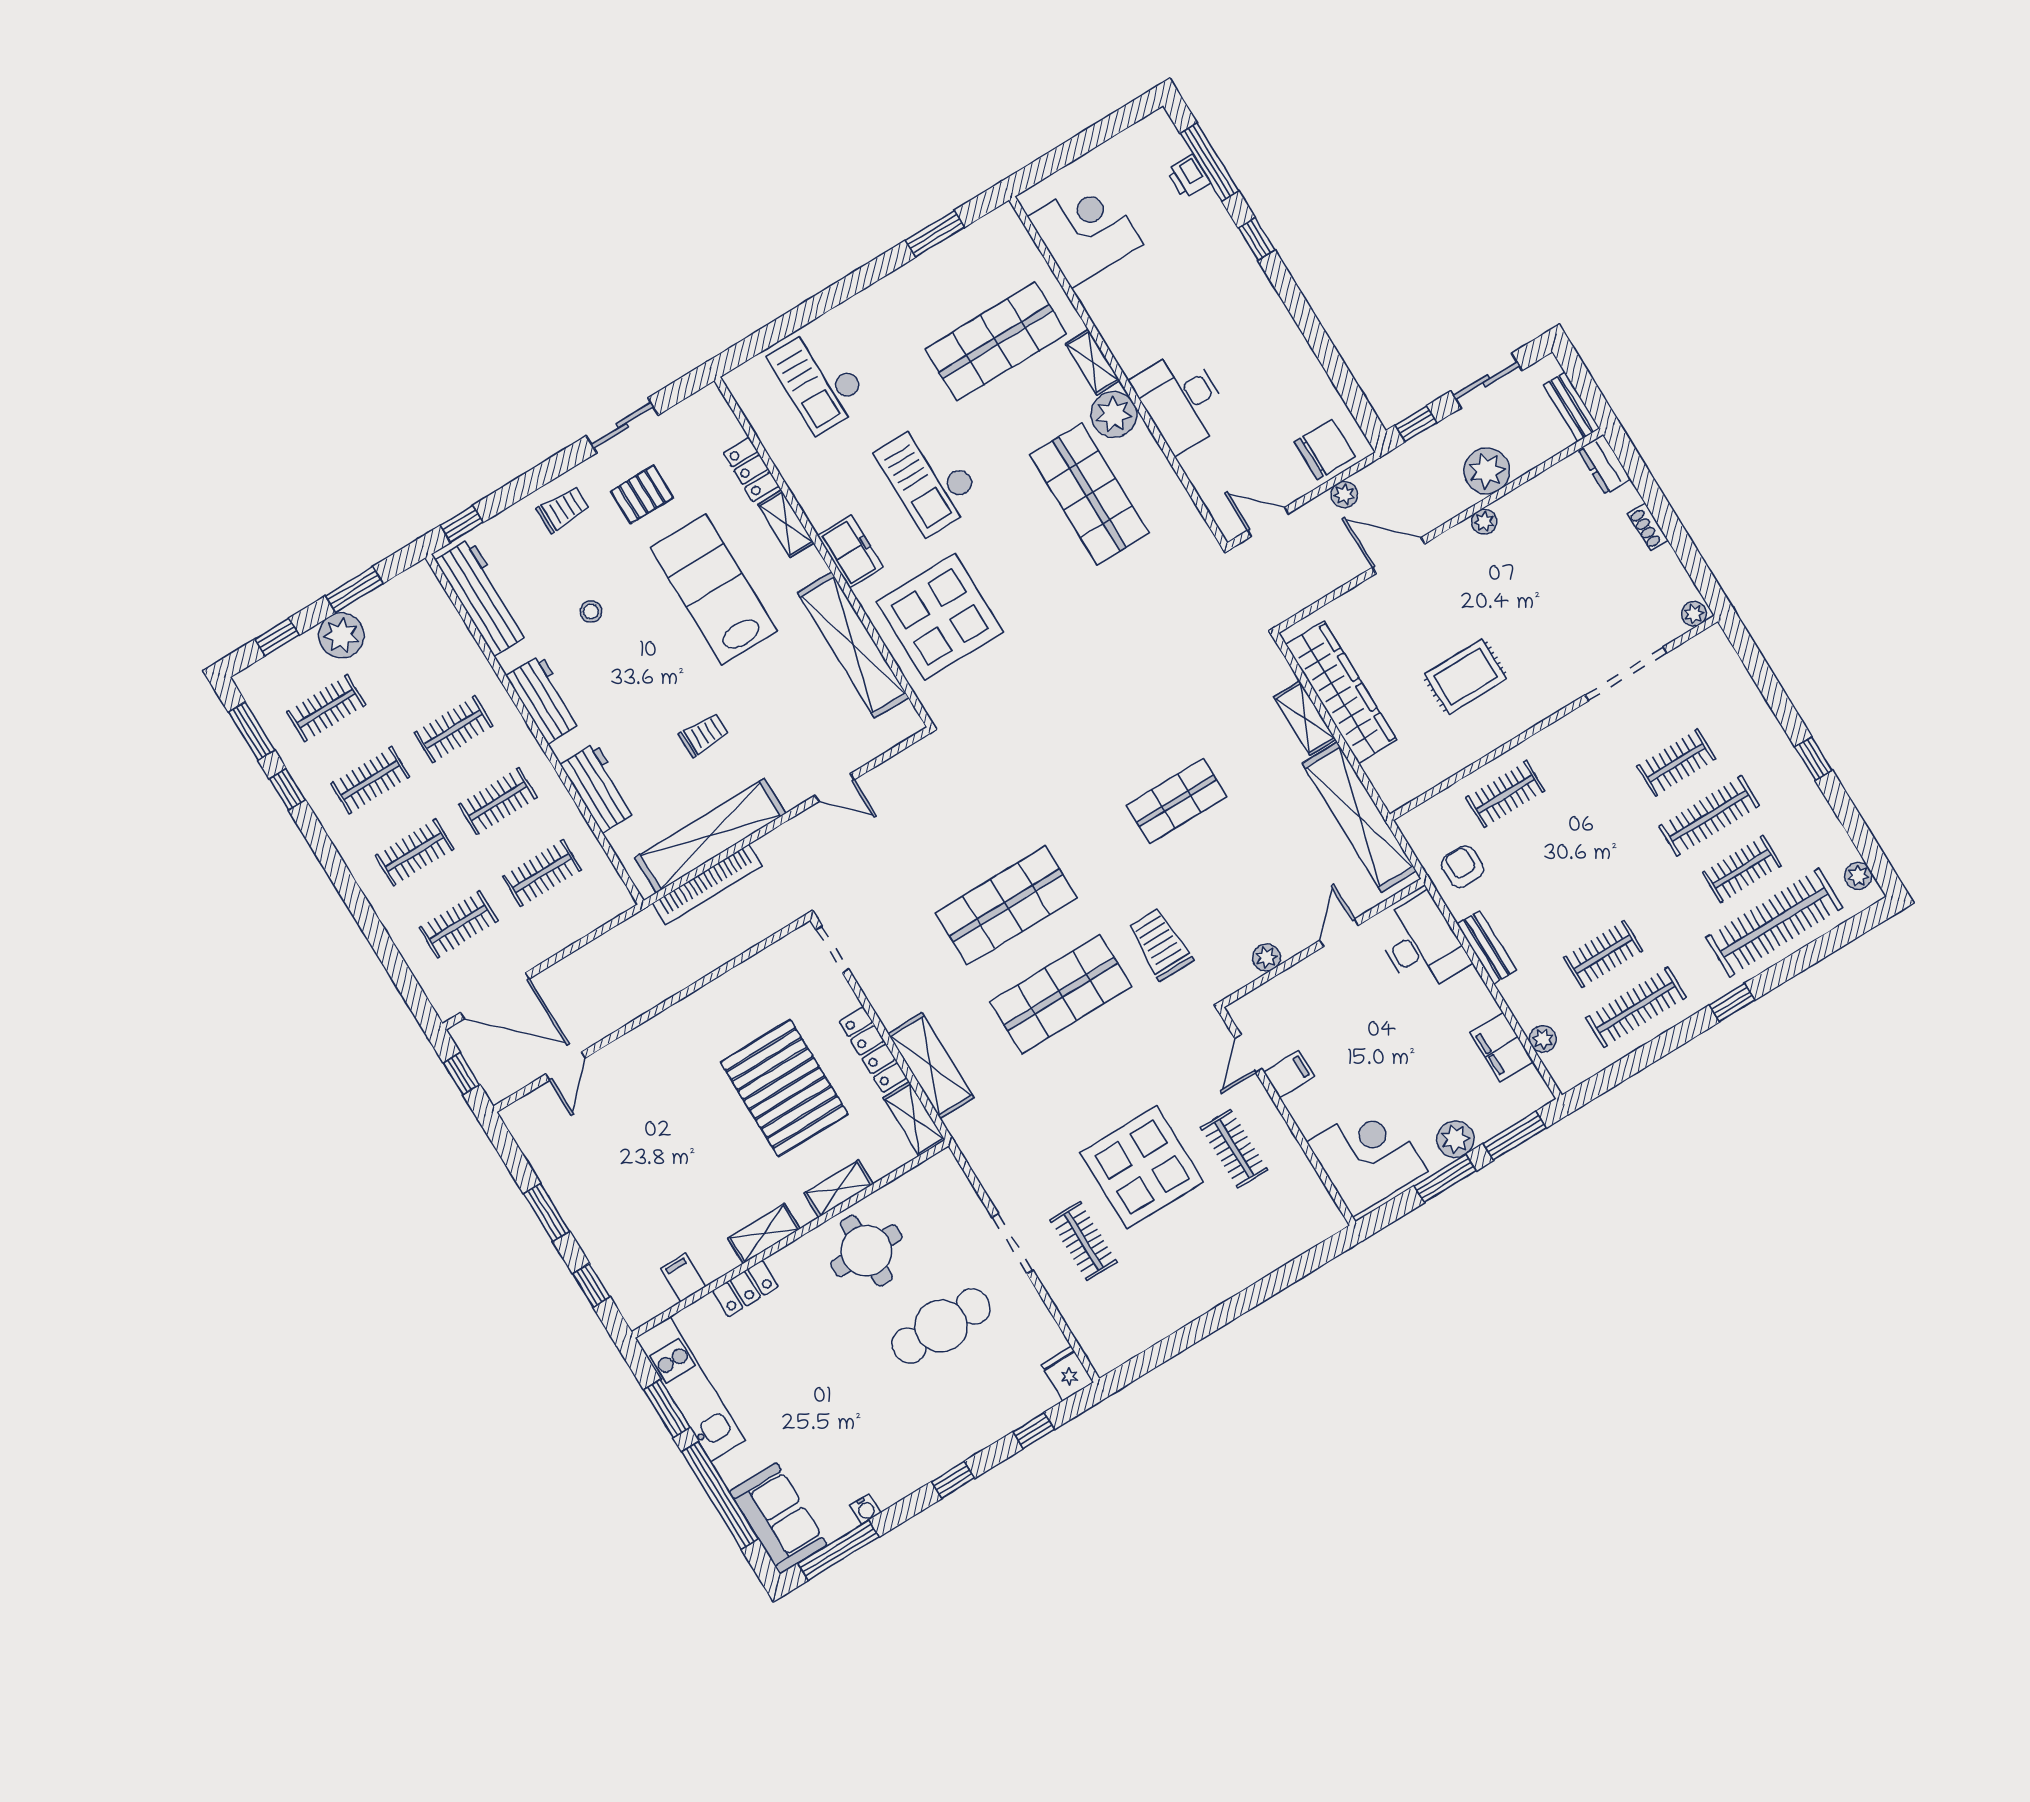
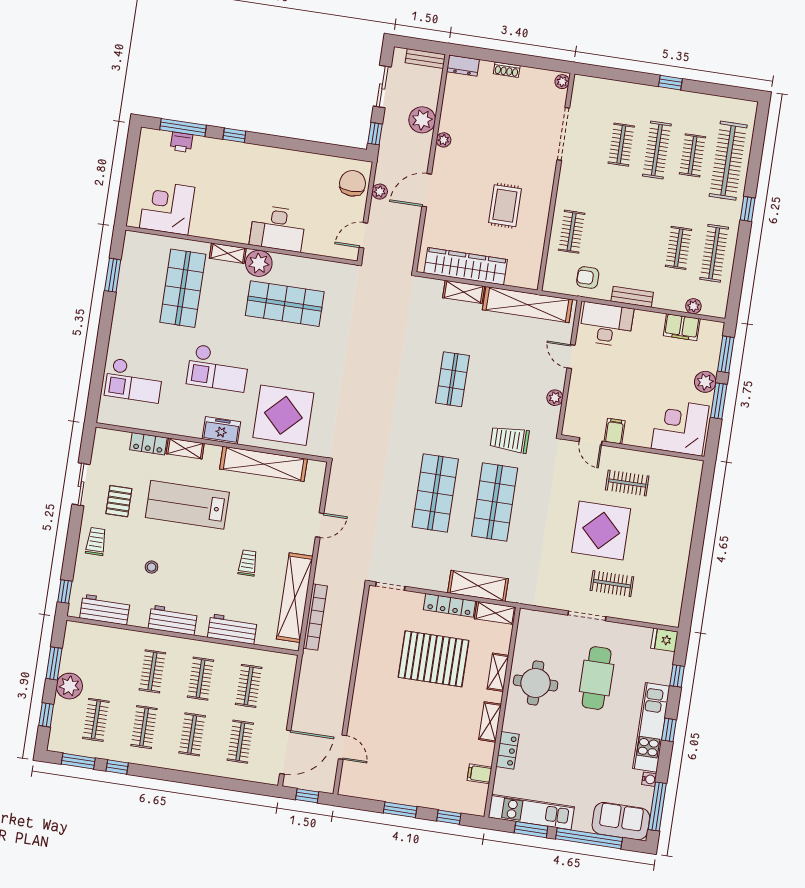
workbench: (482, 597) -> (105, 610), width x0.73
plant: (1858, 876) -> (739, 106), removed
kitchen unit: (937, 1454) -> (651, 727), added

